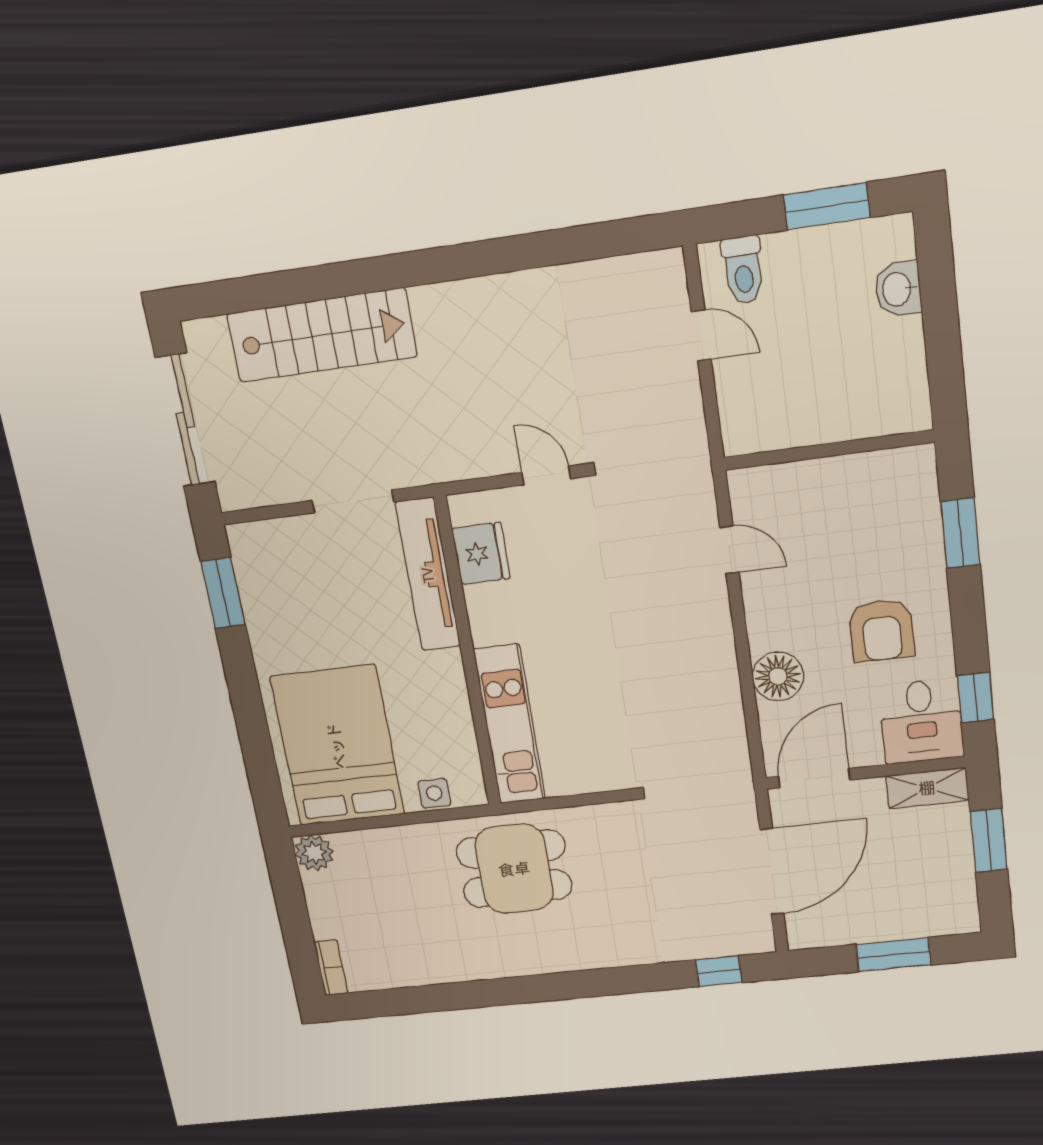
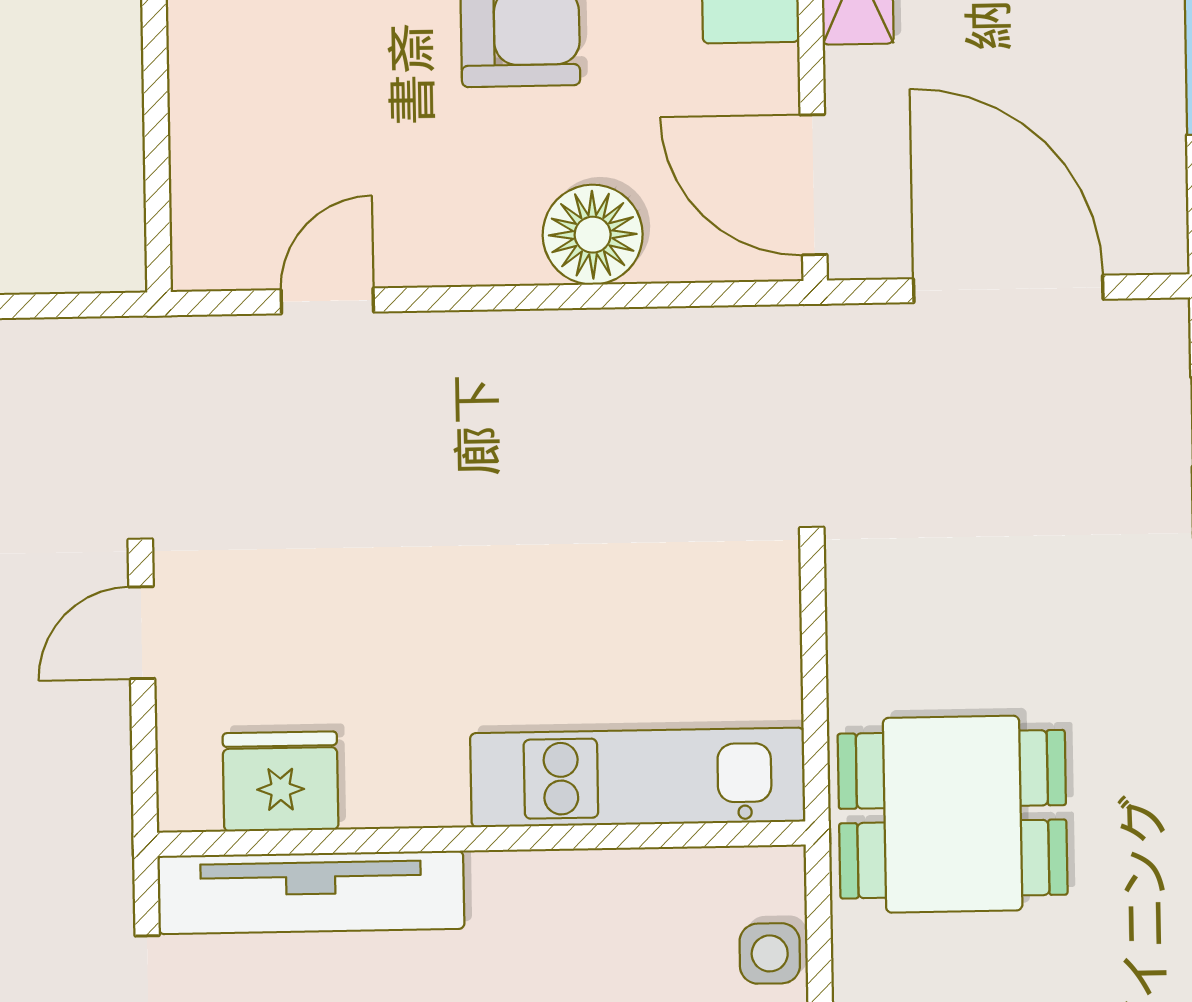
dining table: (514, 869) -> (953, 814), turned 90

